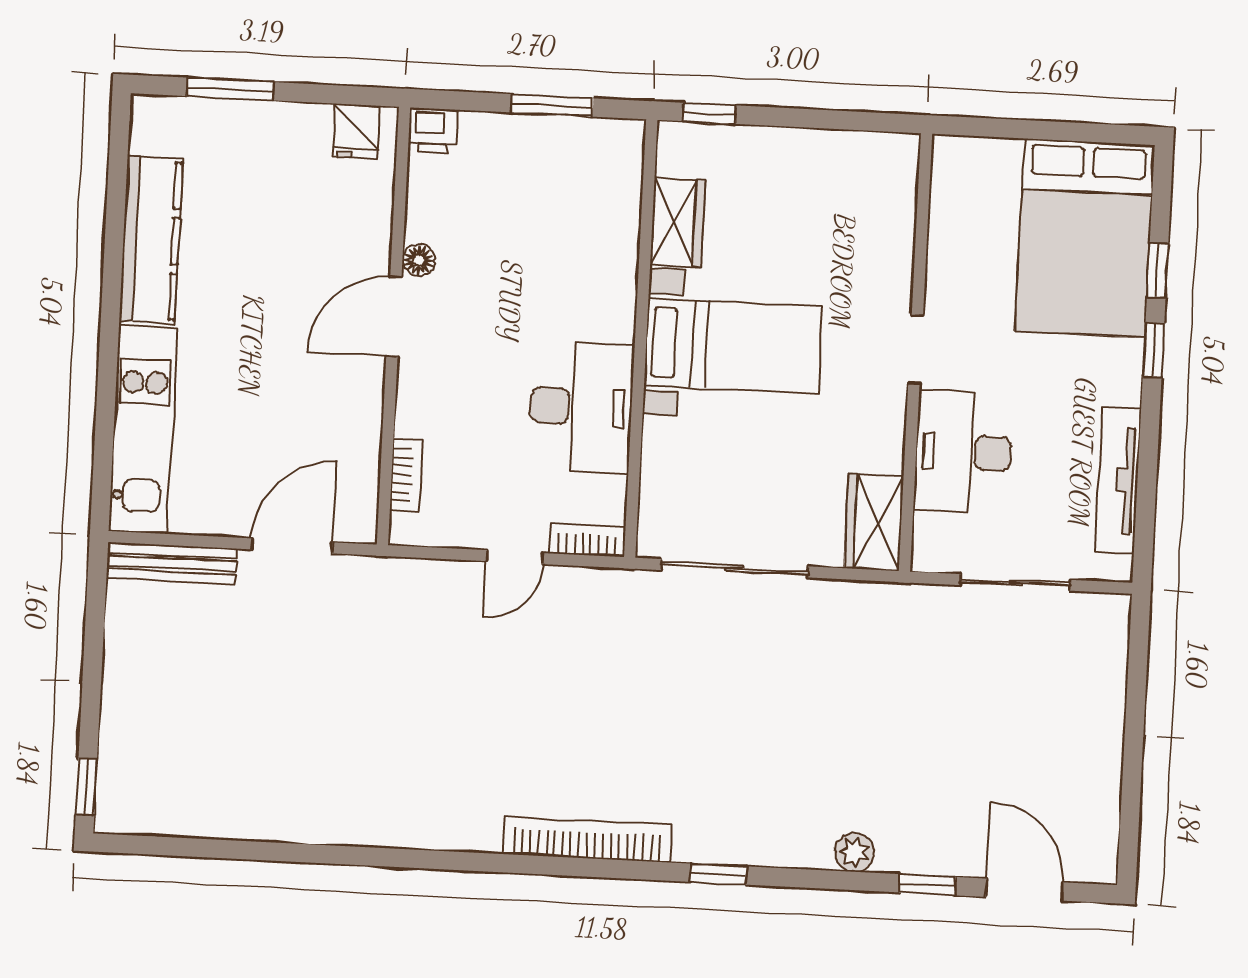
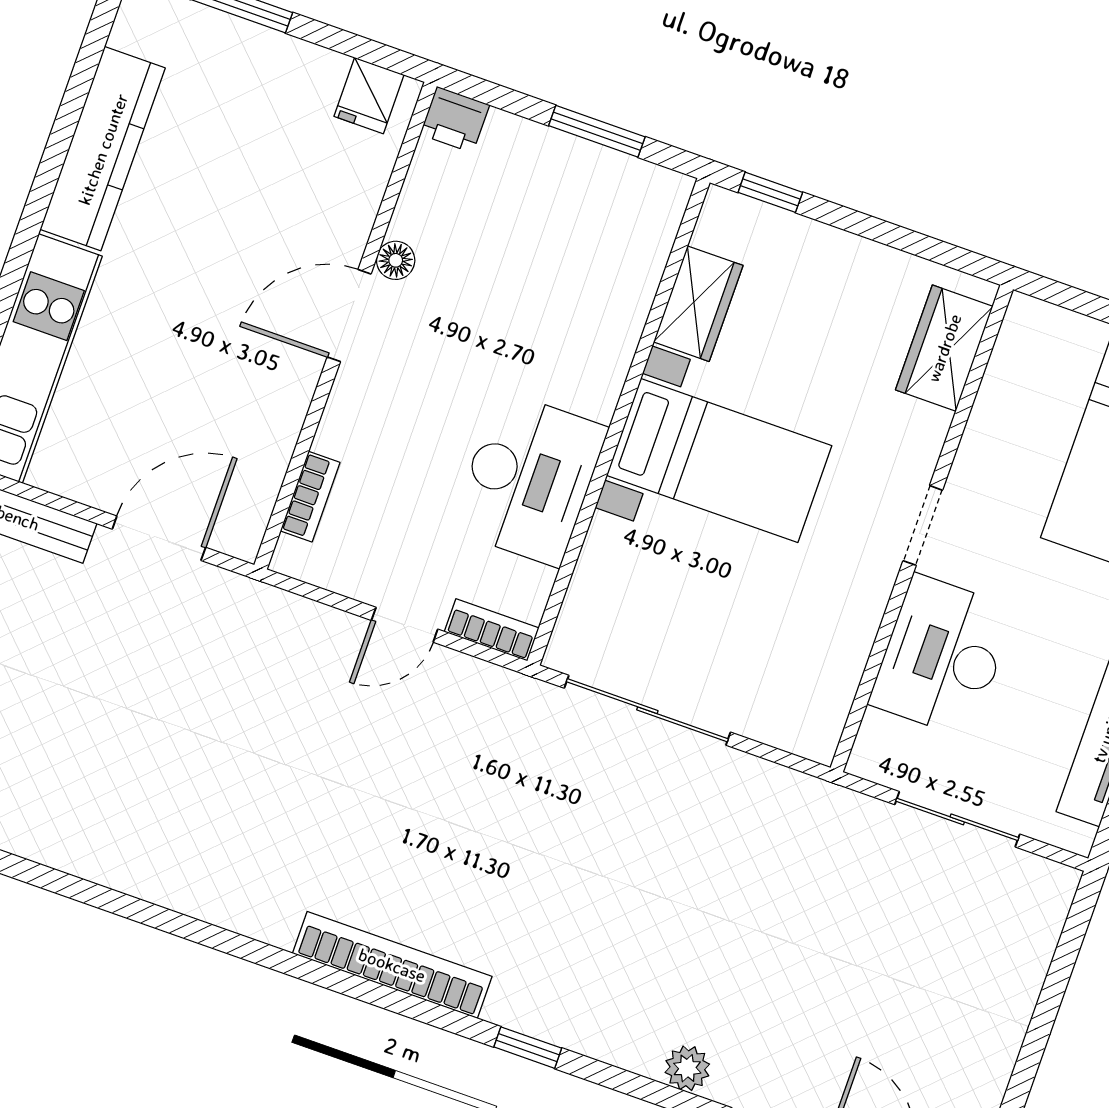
wardrobe: (874, 522) -> (944, 348), moved

